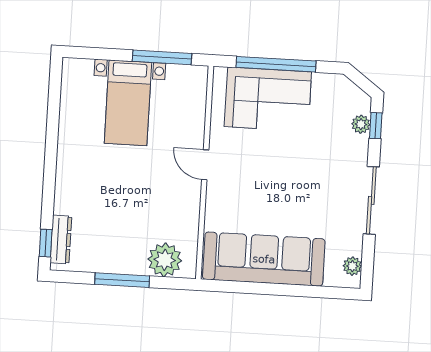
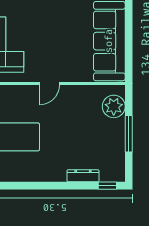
dresser: (61, 240) -> (83, 176), moved

